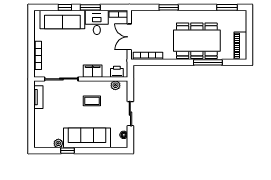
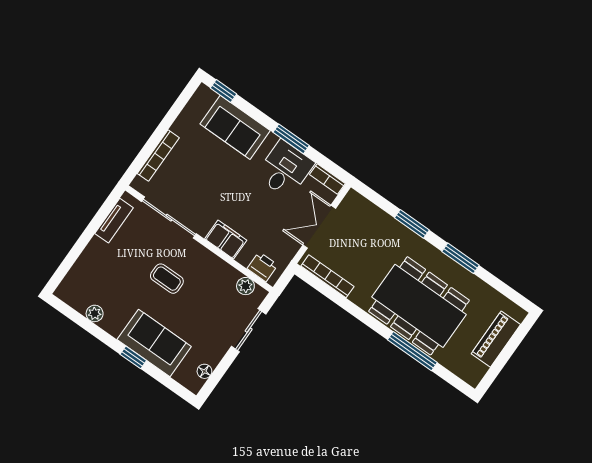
window: (65, 7) -> (223, 91), moved
window: (227, 7) -> (461, 258), moved
sofa: (62, 20) -> (235, 127), width x0.73
piano: (240, 46) -> (496, 339), moved
coffee table: (92, 101) -> (167, 279), moved
sliding door: (130, 114) -> (249, 330), moved
sofa: (87, 138) -> (154, 343), width x0.73
window: (67, 151) -> (133, 357), moved

